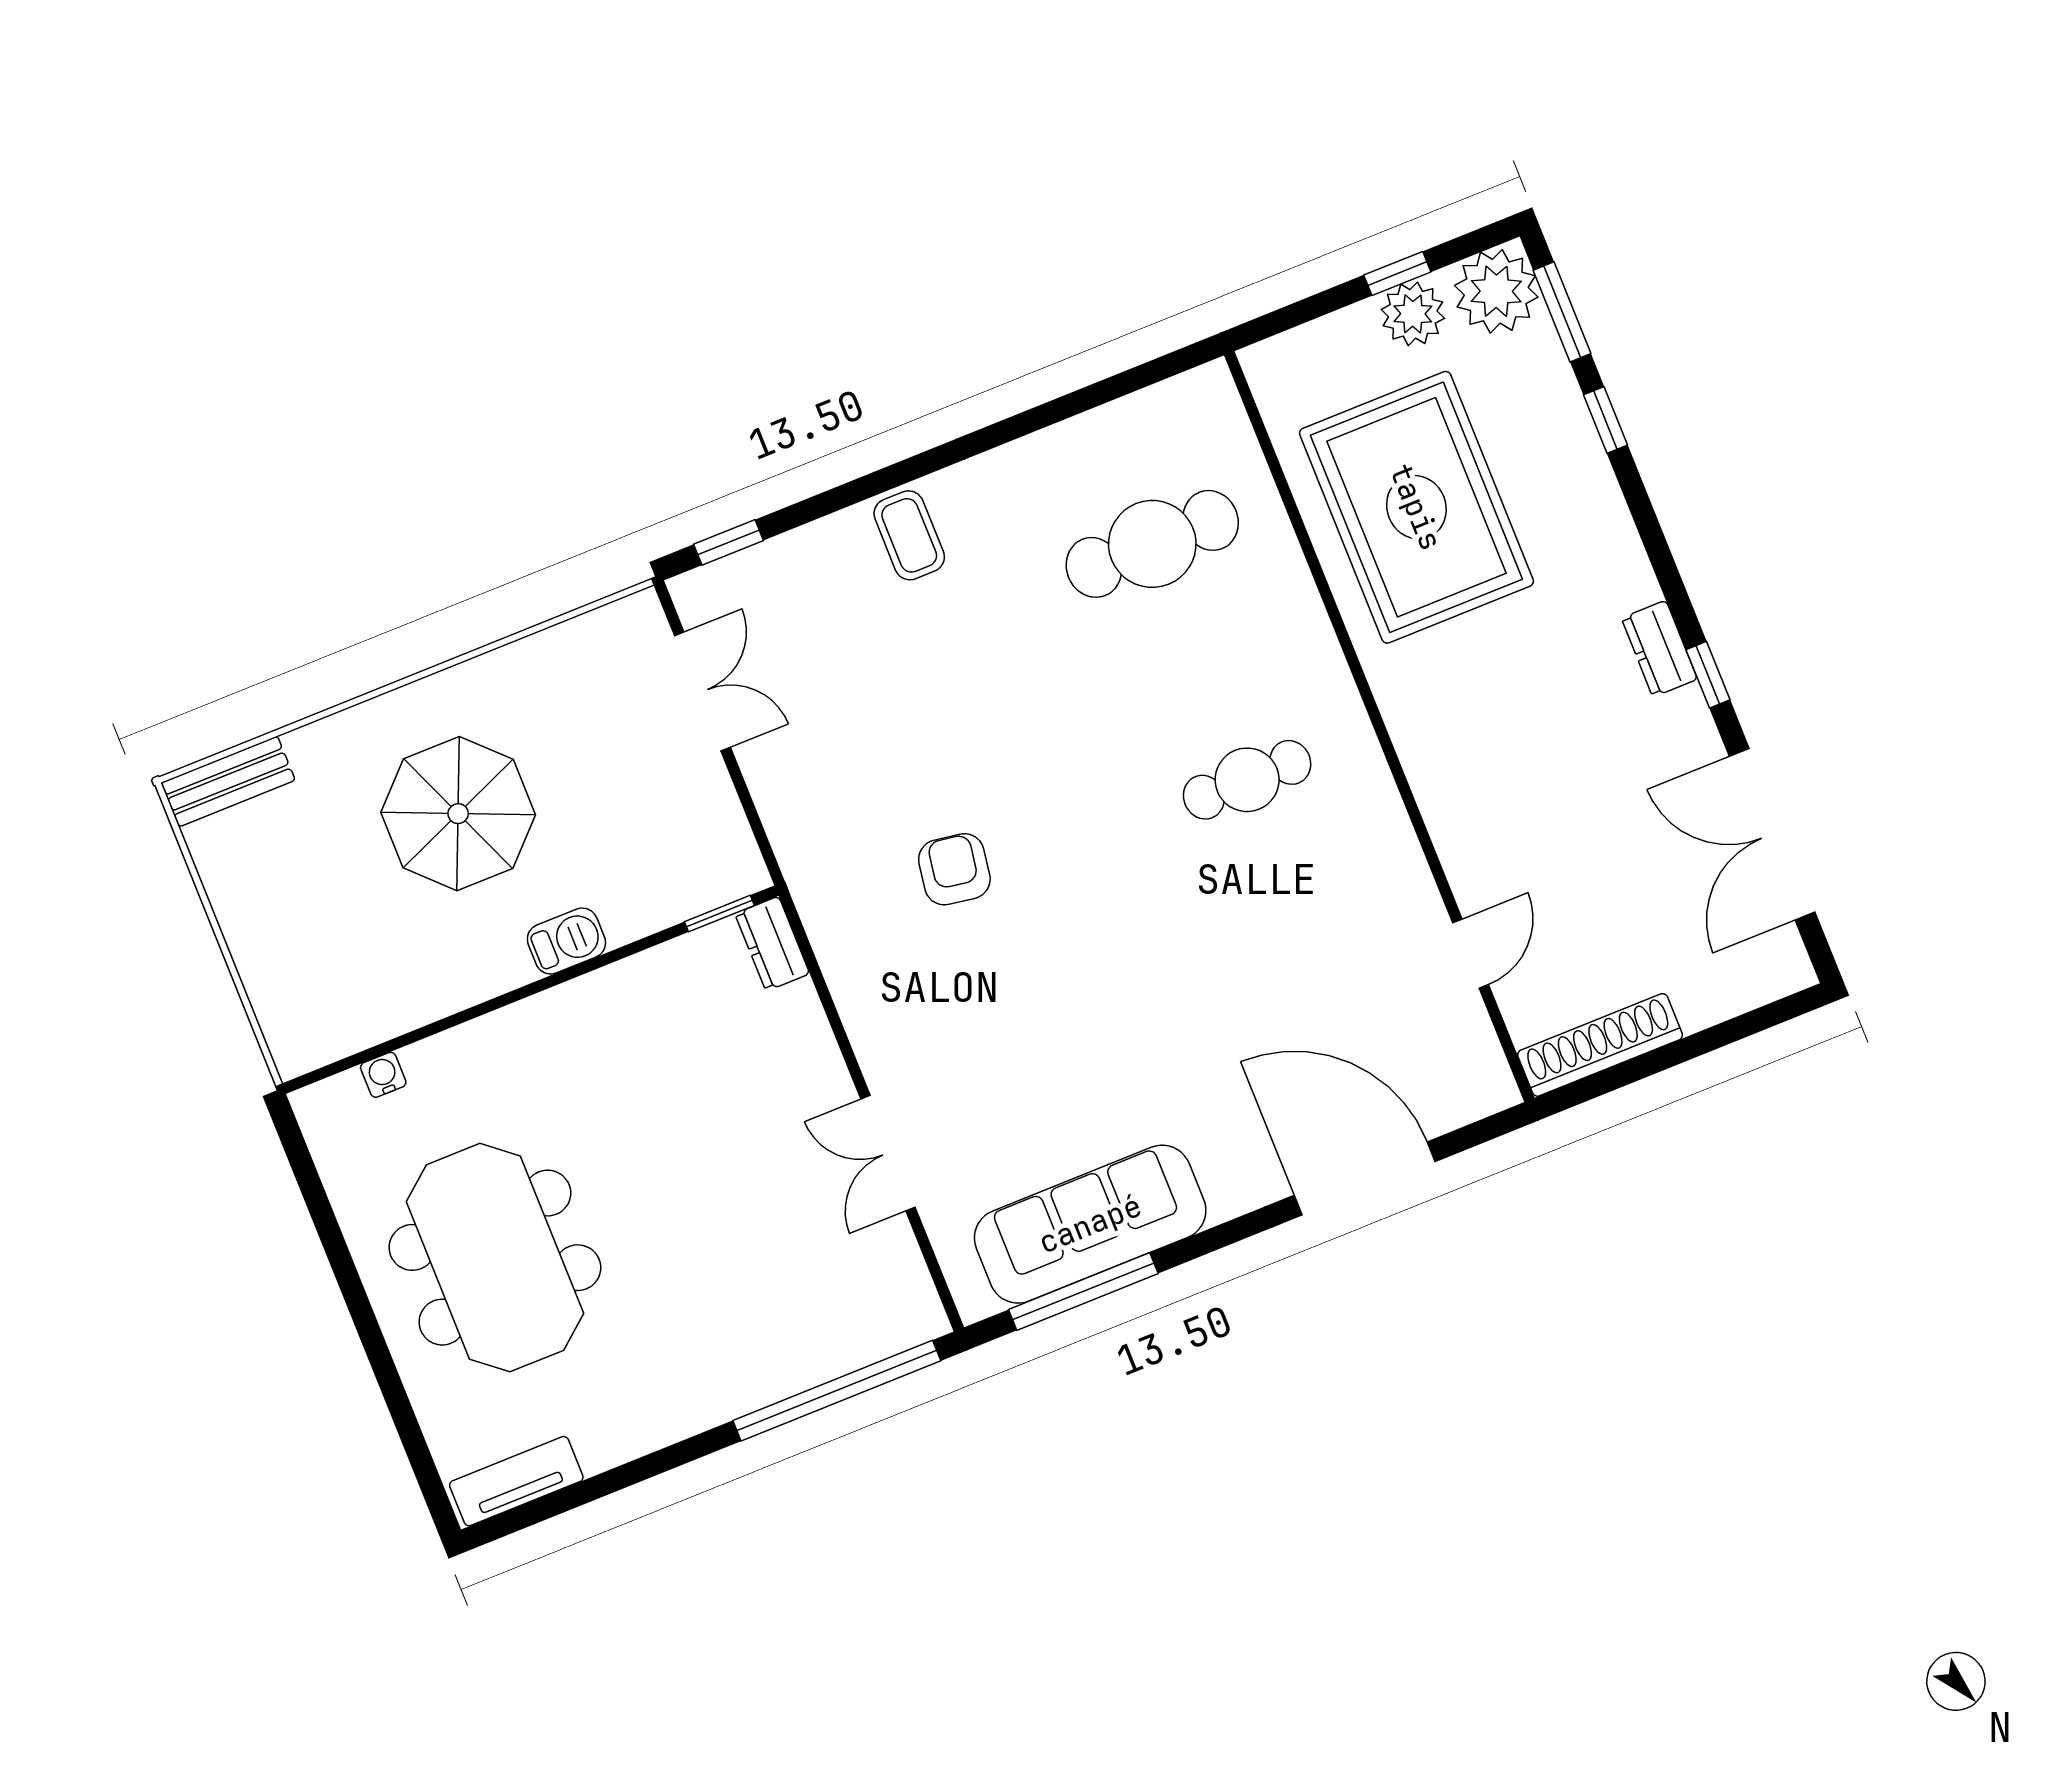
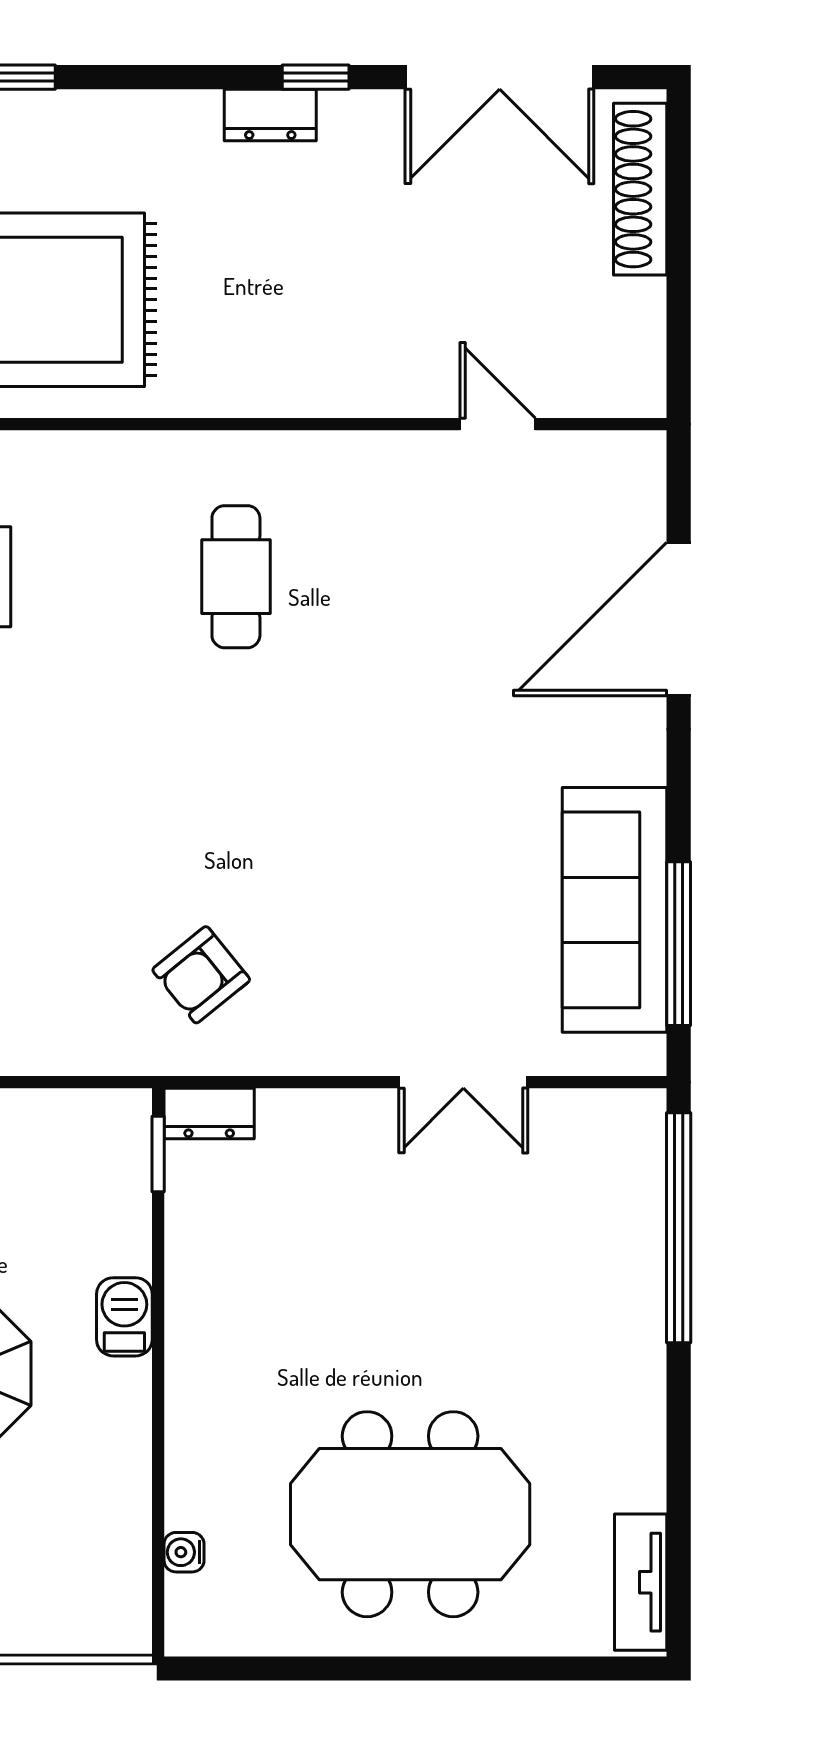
armchair: (954, 869) -> (201, 975), moved, turned -48
shoe rack: (1600, 1045) -> (640, 189), moved

